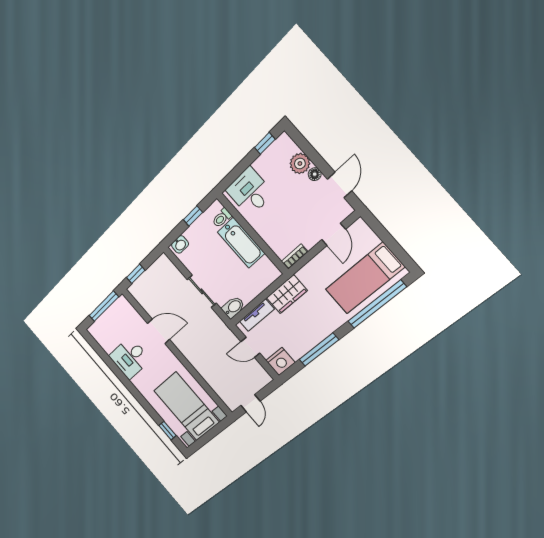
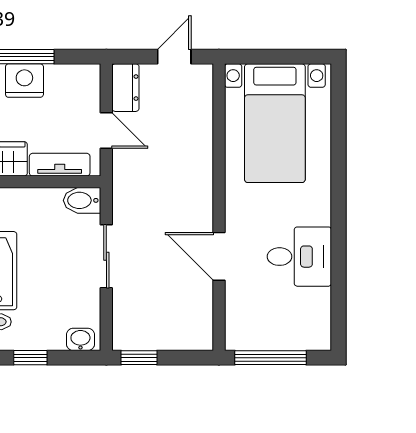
window: (136, 274) -> (139, 358), moved
nightstand: (280, 361) -> (24, 81), moved
dresser: (259, 373) -> (125, 88), added
window: (168, 431) -> (339, 111), removed

